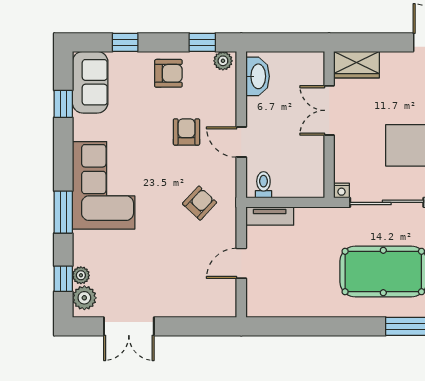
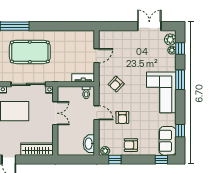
window: (125, 42) -> (161, 160), moved
wardrobe: (356, 65) -> (37, 149), width x1.50
double door: (329, 110) -> (55, 113), moved

